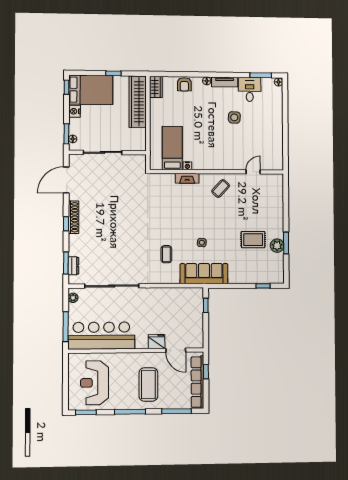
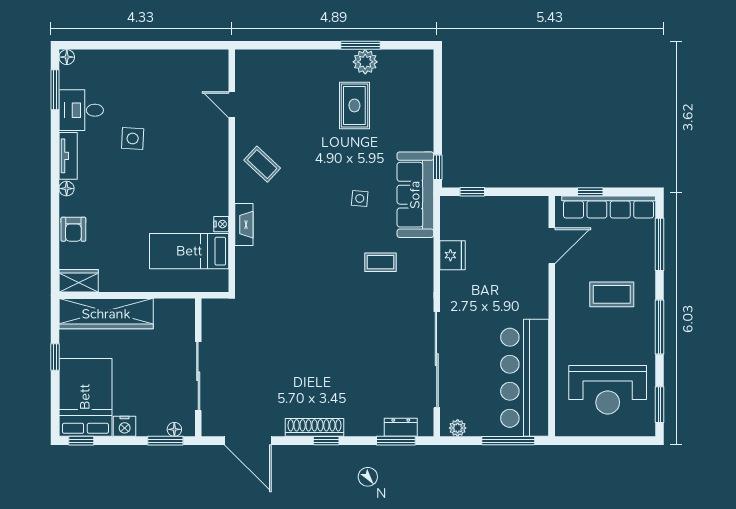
armchair: (184, 84) -> (73, 229), turned 90
window: (263, 286) -> (438, 167), moved
fridge: (157, 342) -> (452, 255), moved, turned 180
coffee table: (148, 384) -> (612, 294), width x0.73, depth x0.76

